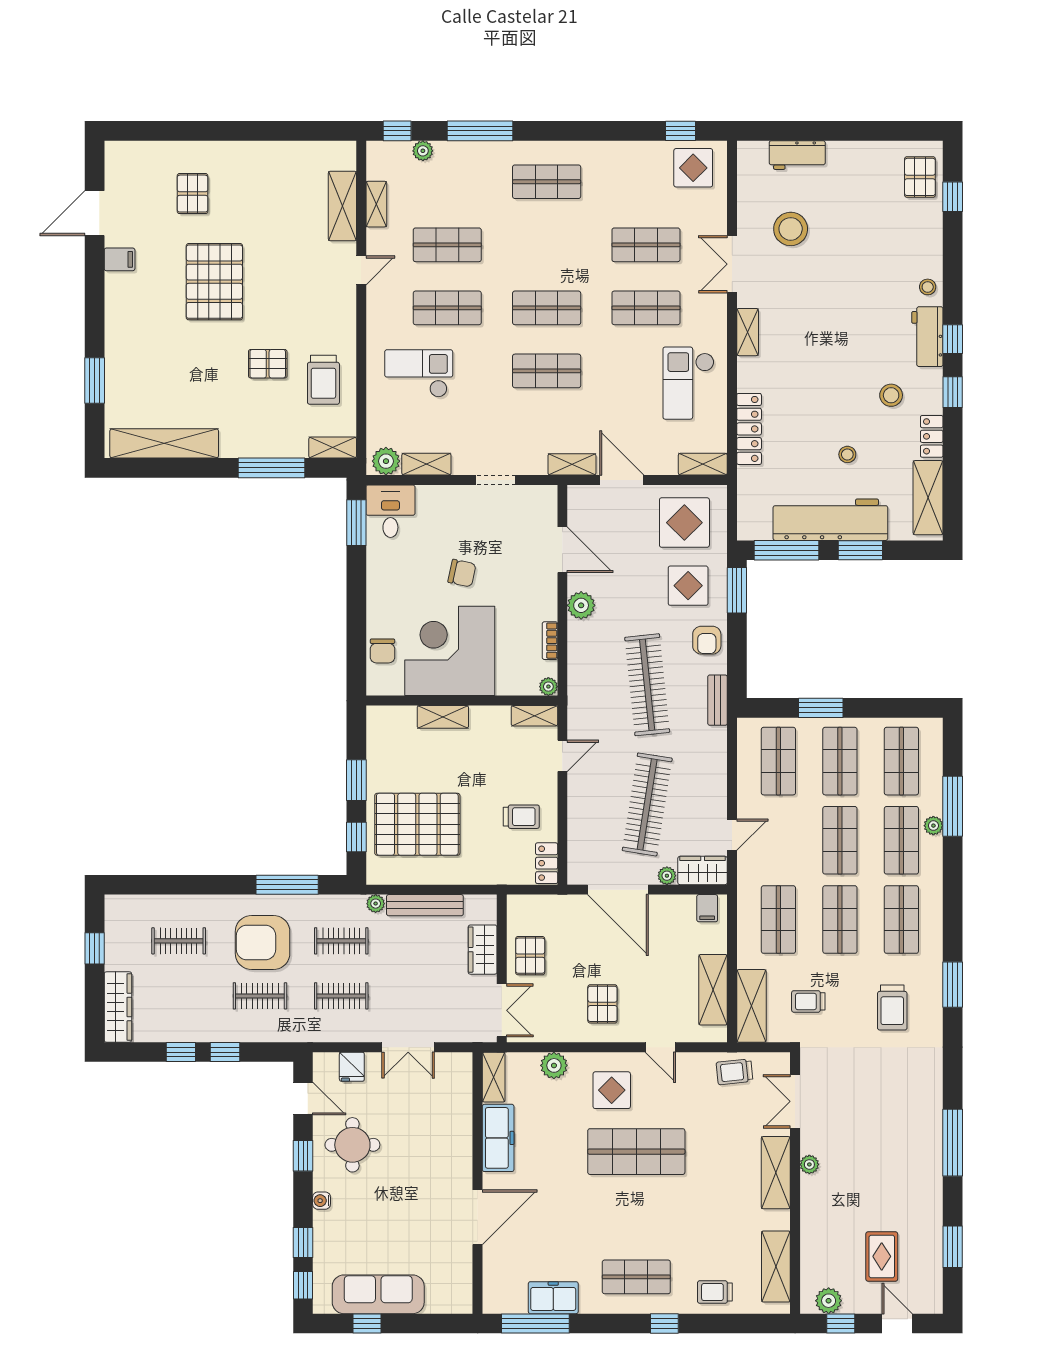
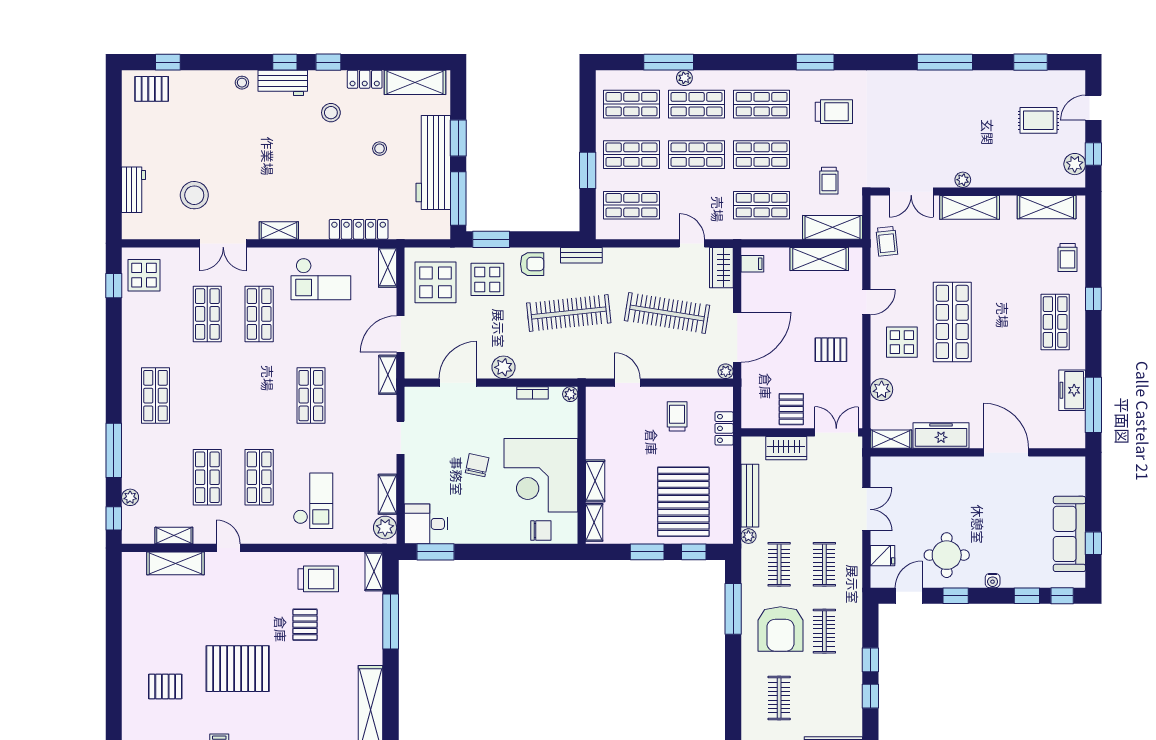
shop shelf: (547, 308) -> (259, 396), removed
checkout: (419, 373) -> (313, 501), turned 180
shelving: (534, 716) -> (594, 522), moved
locker: (547, 863) -> (724, 428), moved, turned 90
plant: (667, 876) -> (726, 371), moved
pallet: (530, 956) -> (791, 409), turned 90

